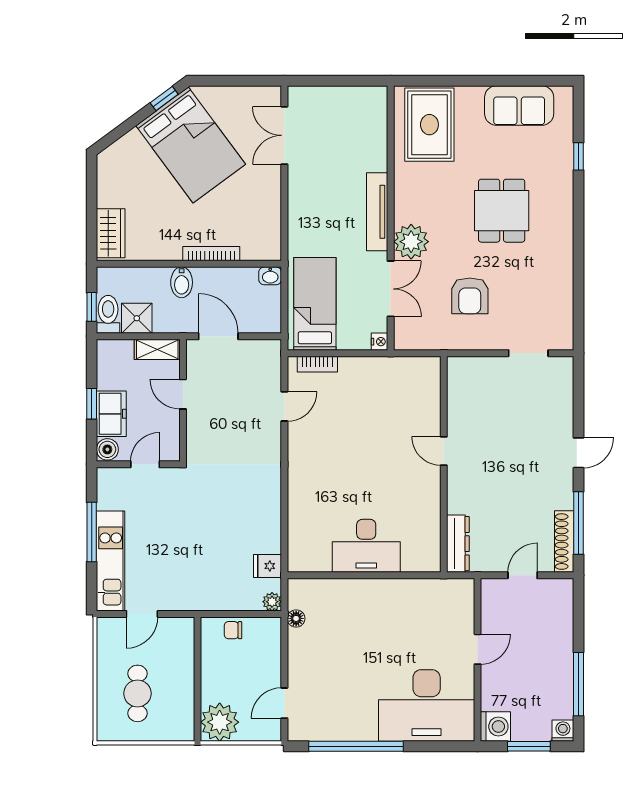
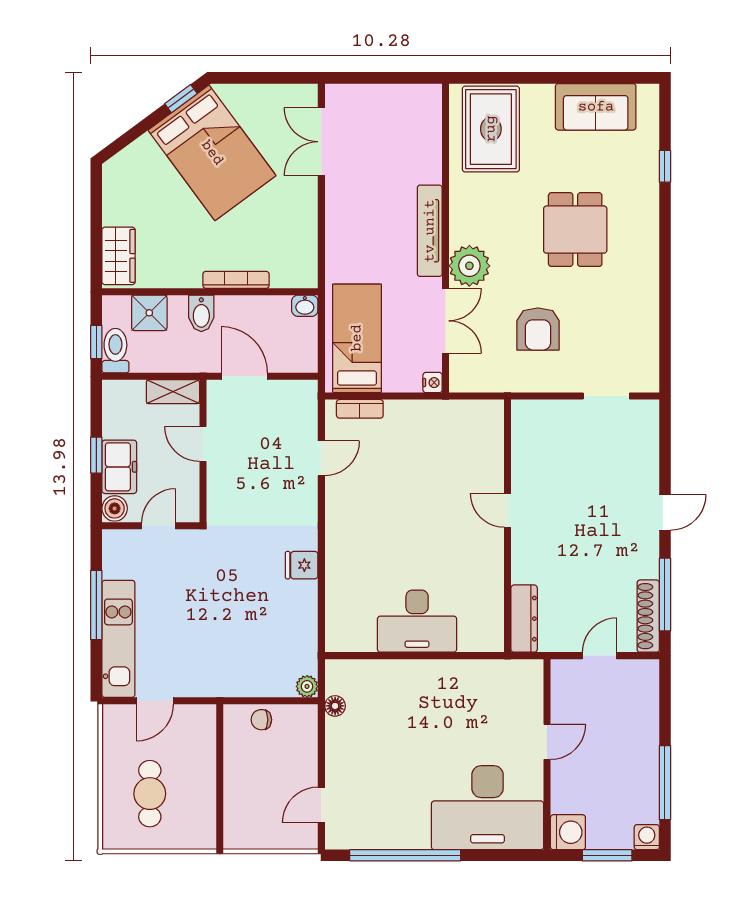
shower: (137, 318) -> (149, 313), moved
fridge: (268, 566) -> (302, 565), moved
plant: (220, 722) -> (246, 827), removed

